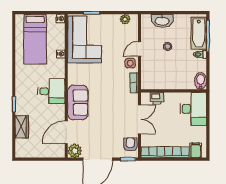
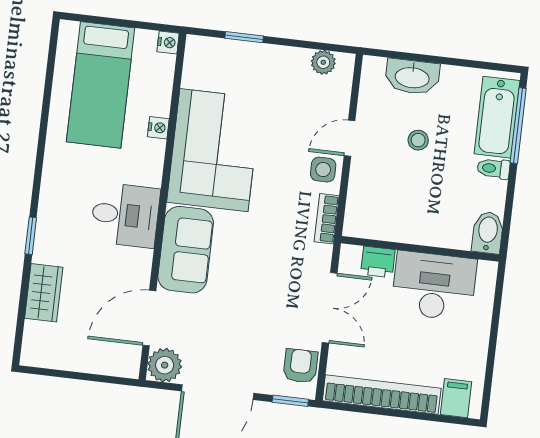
corner sofa: (85, 39) -> (214, 150), moved
desk: (193, 109) -> (434, 286), moved, turned -90

